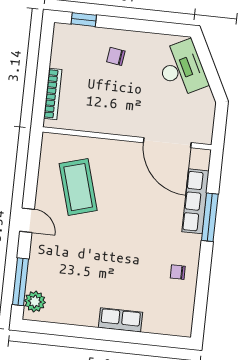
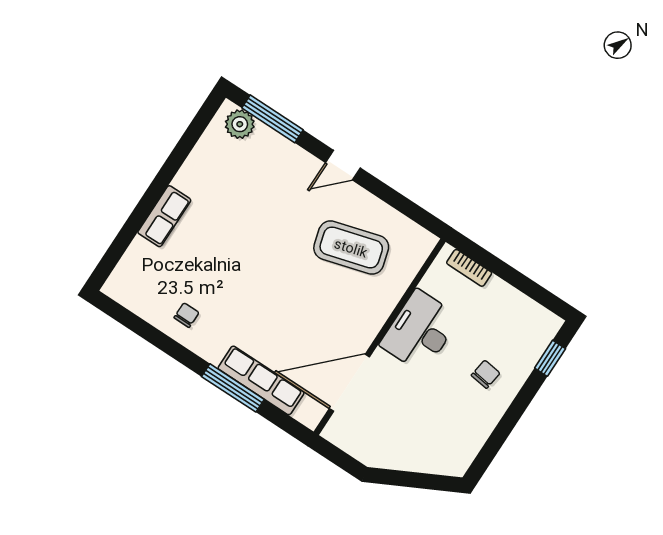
desk: (182, 69) -> (420, 331), moved, turned 117
bookcase: (53, 94) -> (469, 268), width x0.64

